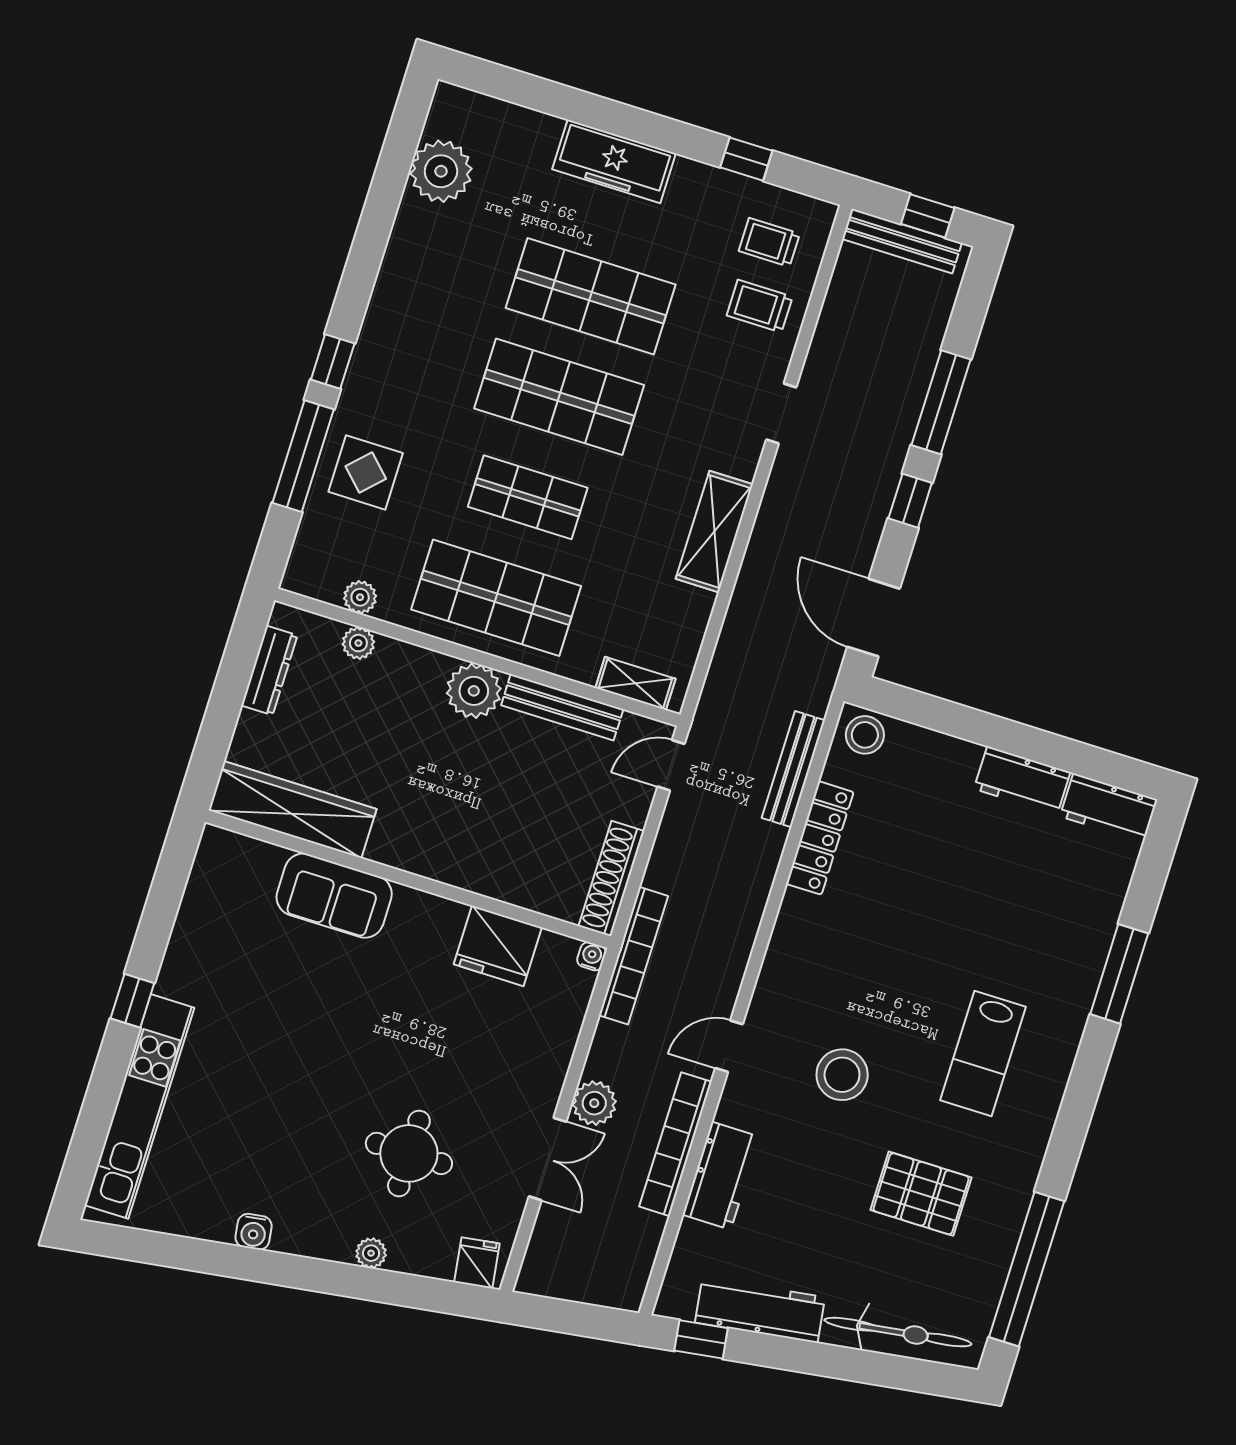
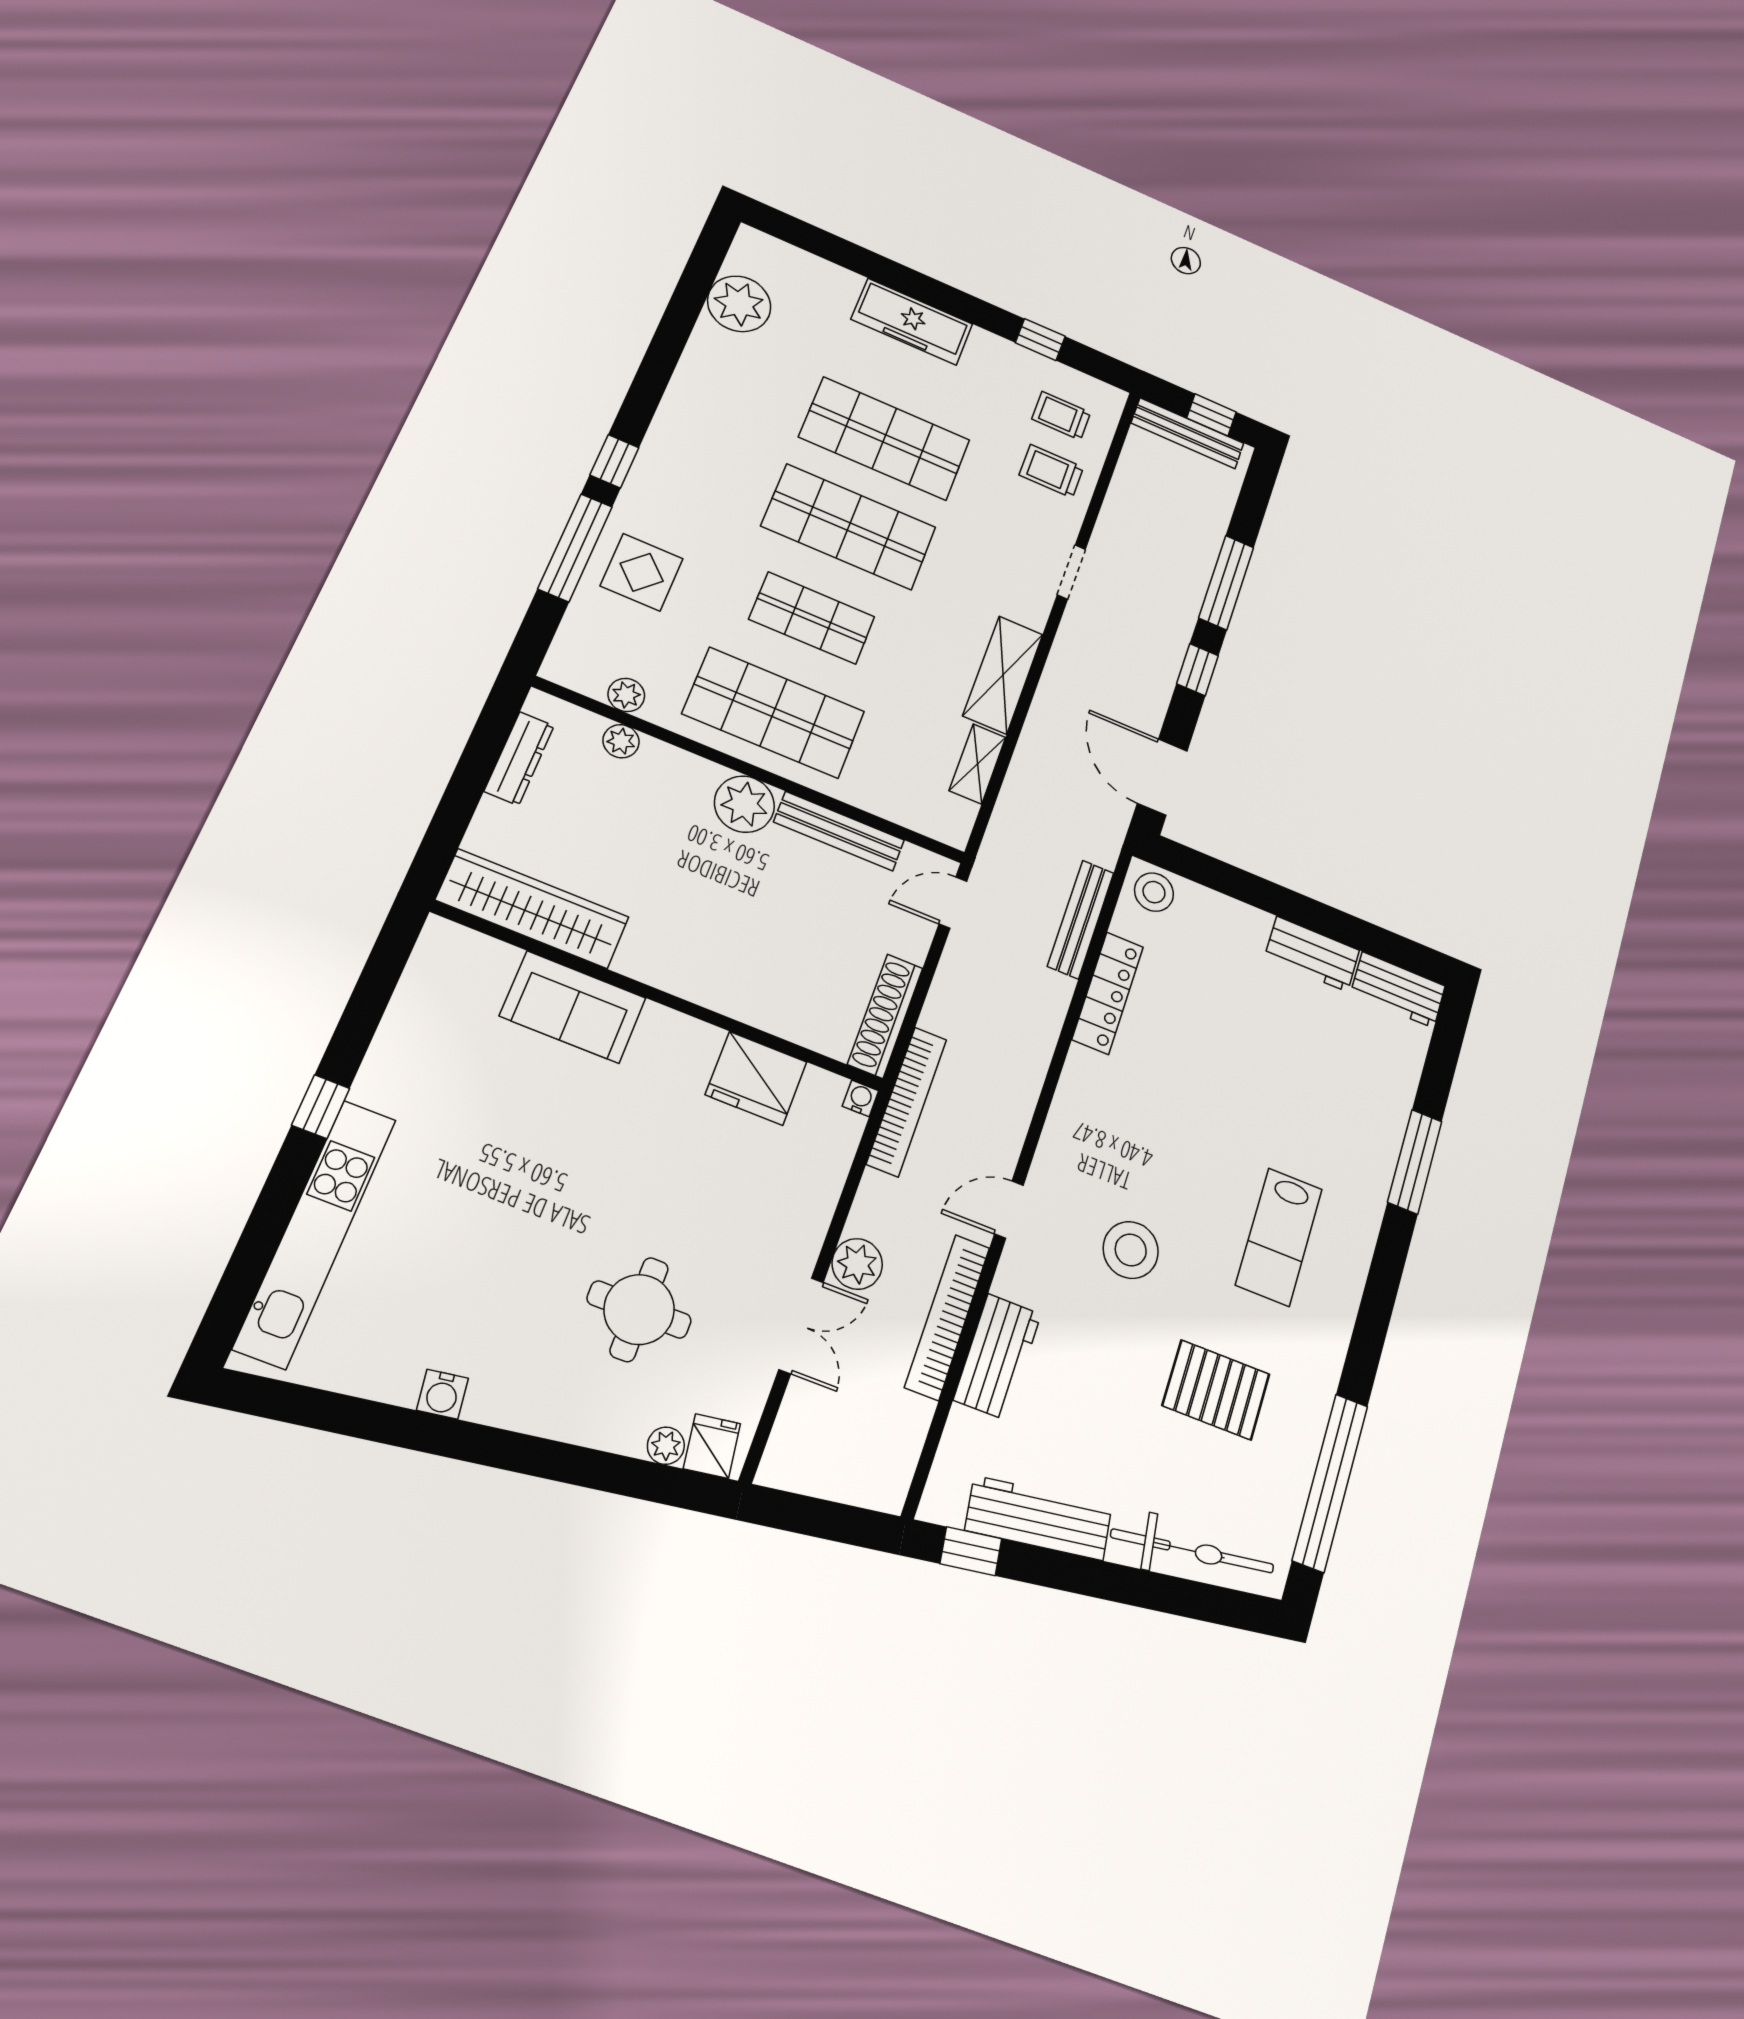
shelving: (635, 683) -> (977, 764), moved, turned 90
plant: (371, 1253) -> (666, 1446), moved

